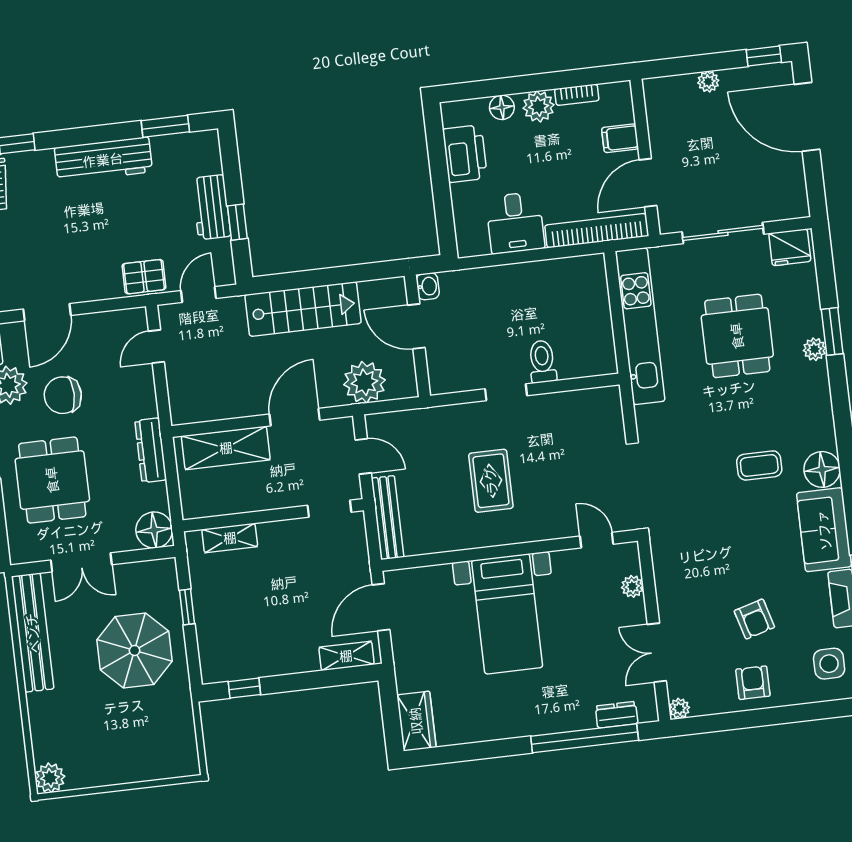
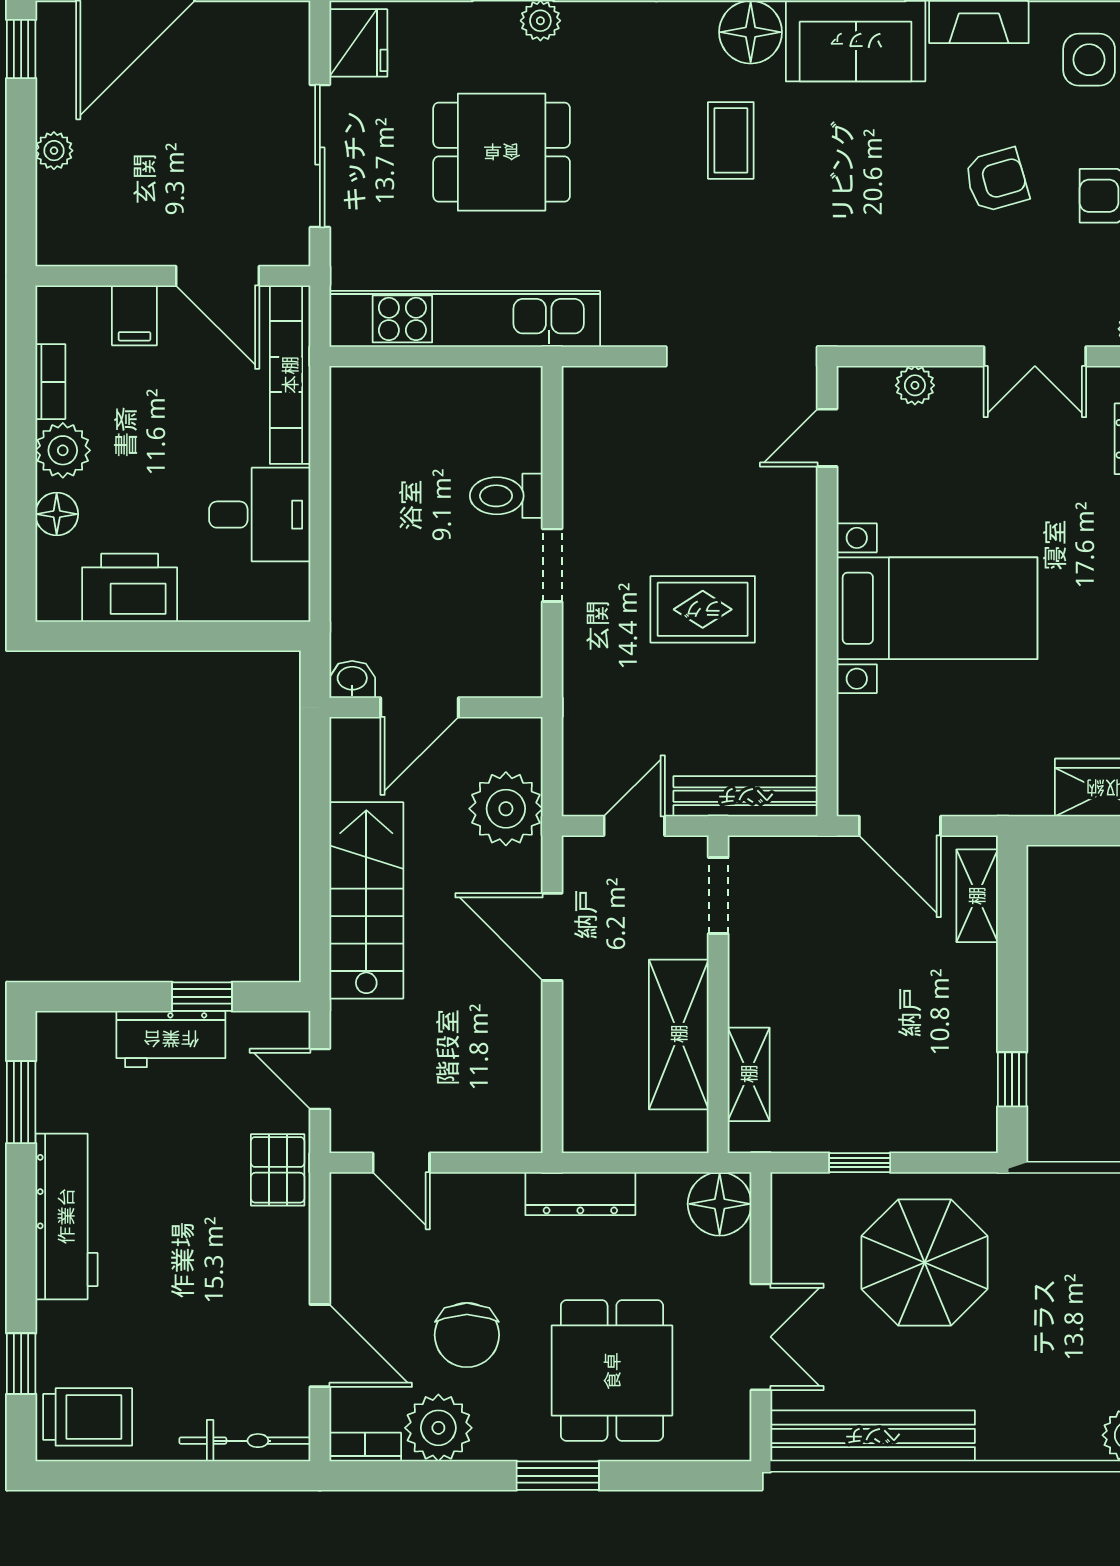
shelving: (226, 448) -> (679, 1034), moved
dining table: (52, 480) -> (612, 1371), turned 90

